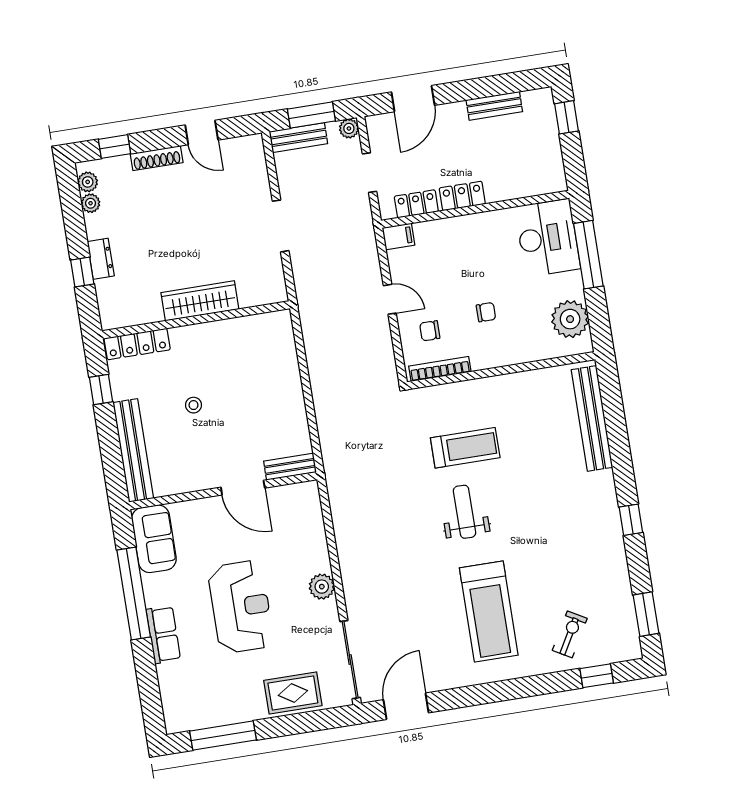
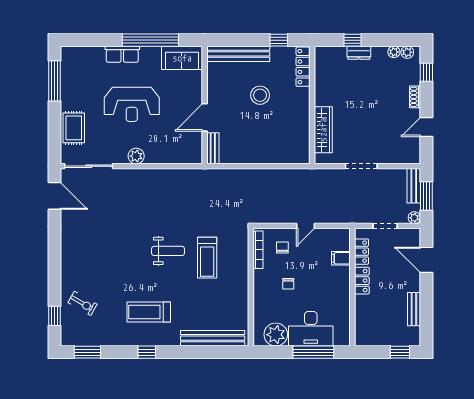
shoe rack: (157, 158) -> (415, 97), width x0.70
filing cabinet: (398, 236) -> (341, 258), moved, turned 90
desk: (548, 238) -> (311, 329), moved
wardrobe: (200, 301) -> (323, 130), moved
stool: (194, 405) -> (260, 95), width x1.89, depth x1.89
treadmill: (489, 611) -> (149, 312), moved, width x0.73, depth x0.73

